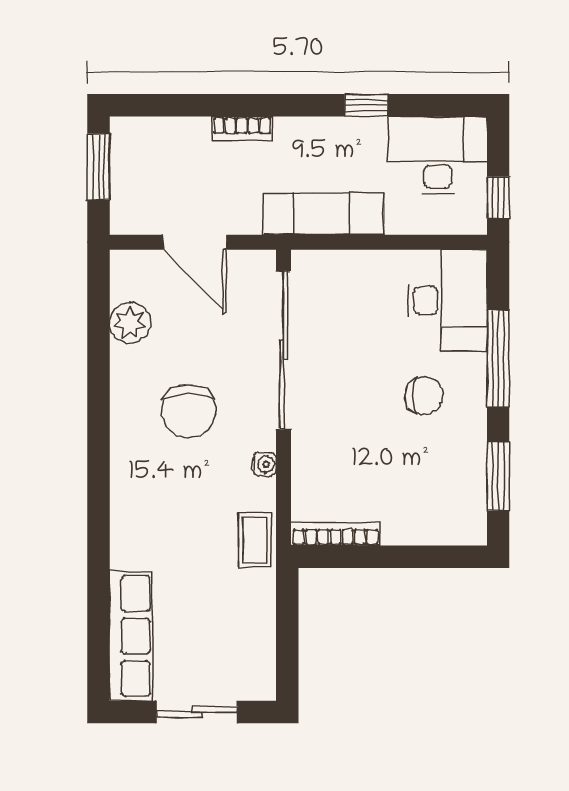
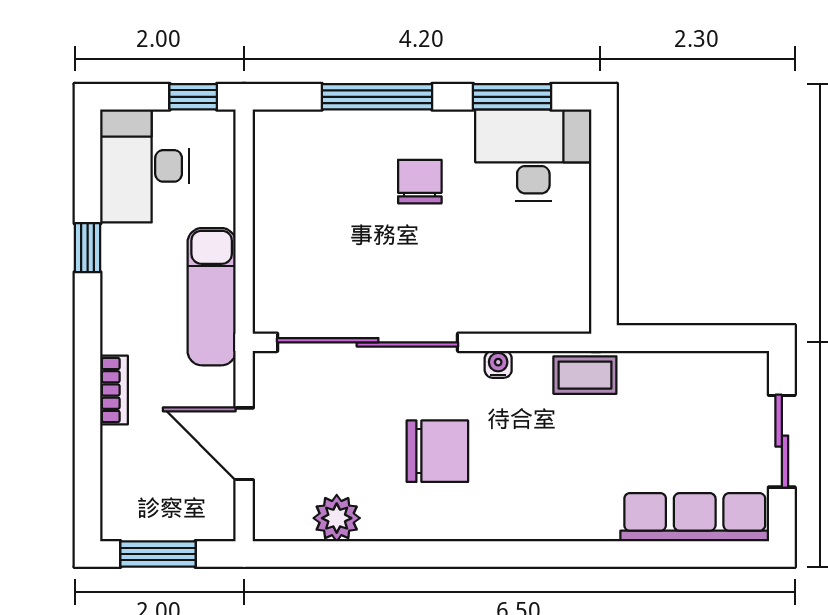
door: (195, 242) -> (244, 444), swing flipped
desk: (447, 300) -> (533, 155), moved
bookcase: (335, 534) -> (578, 283), removed

